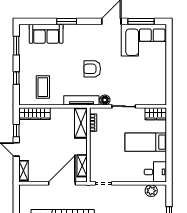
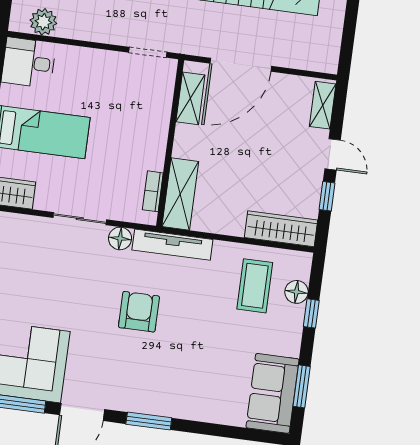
window: (67, 21) -> (149, 421), moved
sofa: (46, 34) -> (273, 393), moved, turned -90
armchair: (92, 69) -> (139, 312), turned -90
floor lamp: (24, 87) -> (296, 292), added

